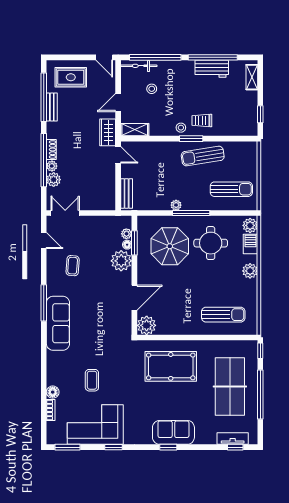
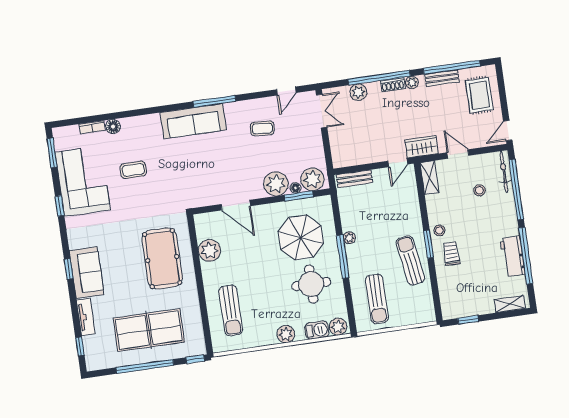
plant: (52, 166) -> (412, 82), moved
plant: (126, 234) -> (312, 179), width x1.87, depth x1.87
plant: (147, 325) -> (209, 250), moved
tv unit: (233, 438) -> (86, 317), moved

